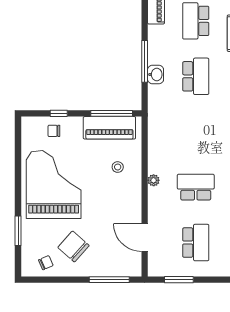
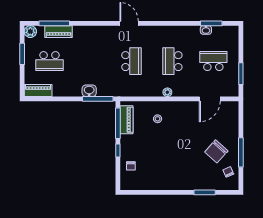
window: (145, 61) -> (98, 99), moved
school desk: (196, 76) -> (131, 61), moved, turned 90
window: (59, 113) -> (118, 151), moved
piano: (109, 128) -> (126, 120), width x0.73, depth x0.75
grand piano: (54, 184) -> (170, 166), removed
window: (109, 280) -> (241, 152), moved

